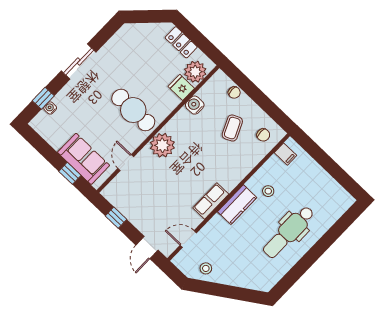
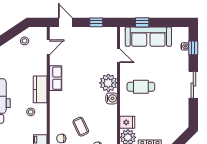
water cooler: (195, 105) -> (112, 98), moved
cafe table: (133, 110) -> (141, 87), width x0.73, depth x0.74
sofa: (84, 159) -> (148, 37), width x1.36

